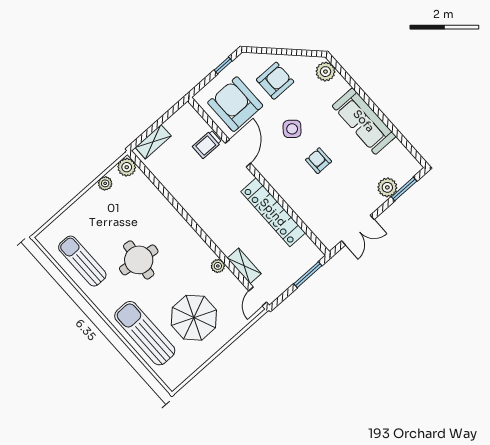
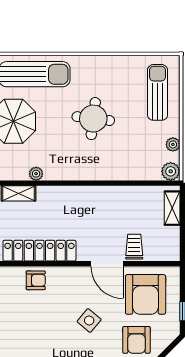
armchair: (235, 104) -> (146, 294), turned 90
armchair: (319, 161) -> (36, 280), moved
sun lounger: (82, 261) -> (158, 92), moved, turned -90

